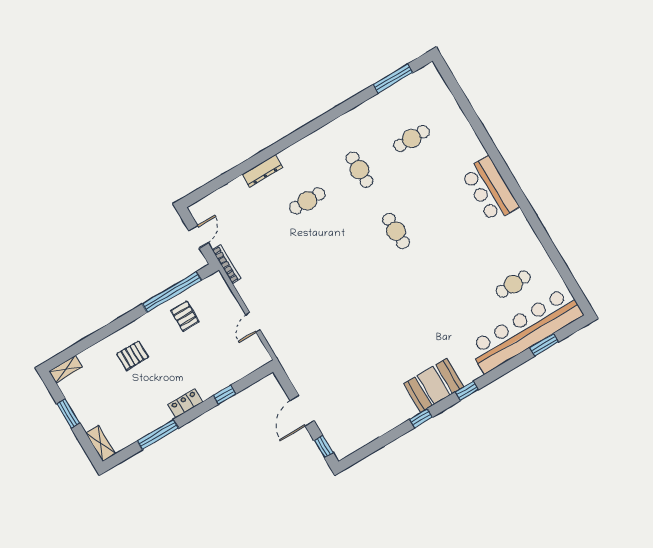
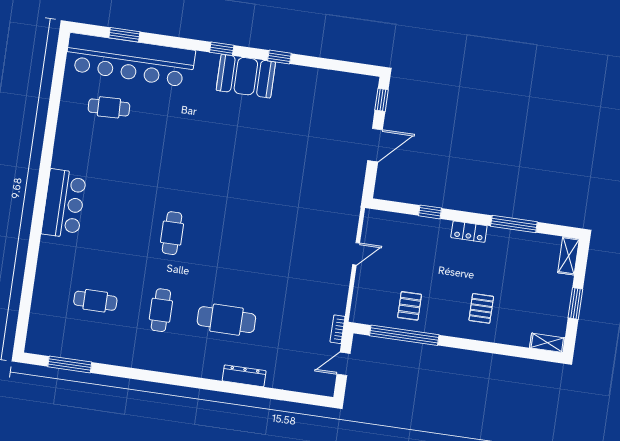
cafe table: (307, 201) -> (226, 320), width x1.37, depth x1.35
bookcase: (226, 264) -> (337, 329), width x0.64
pallet: (132, 356) -> (481, 308), turned 90

